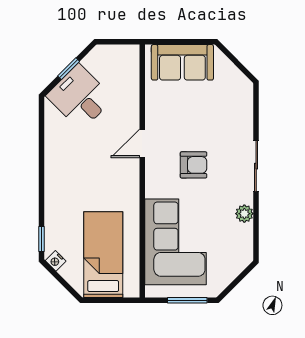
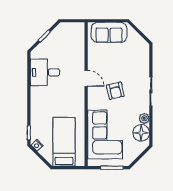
desk: (80, 97) -> (45, 72), moved, turned -45
door: (142, 143) -> (86, 78), swing flipped
armchair: (193, 165) -> (115, 91), turned 77
floor lamp: (239, 239) -> (141, 133), added

